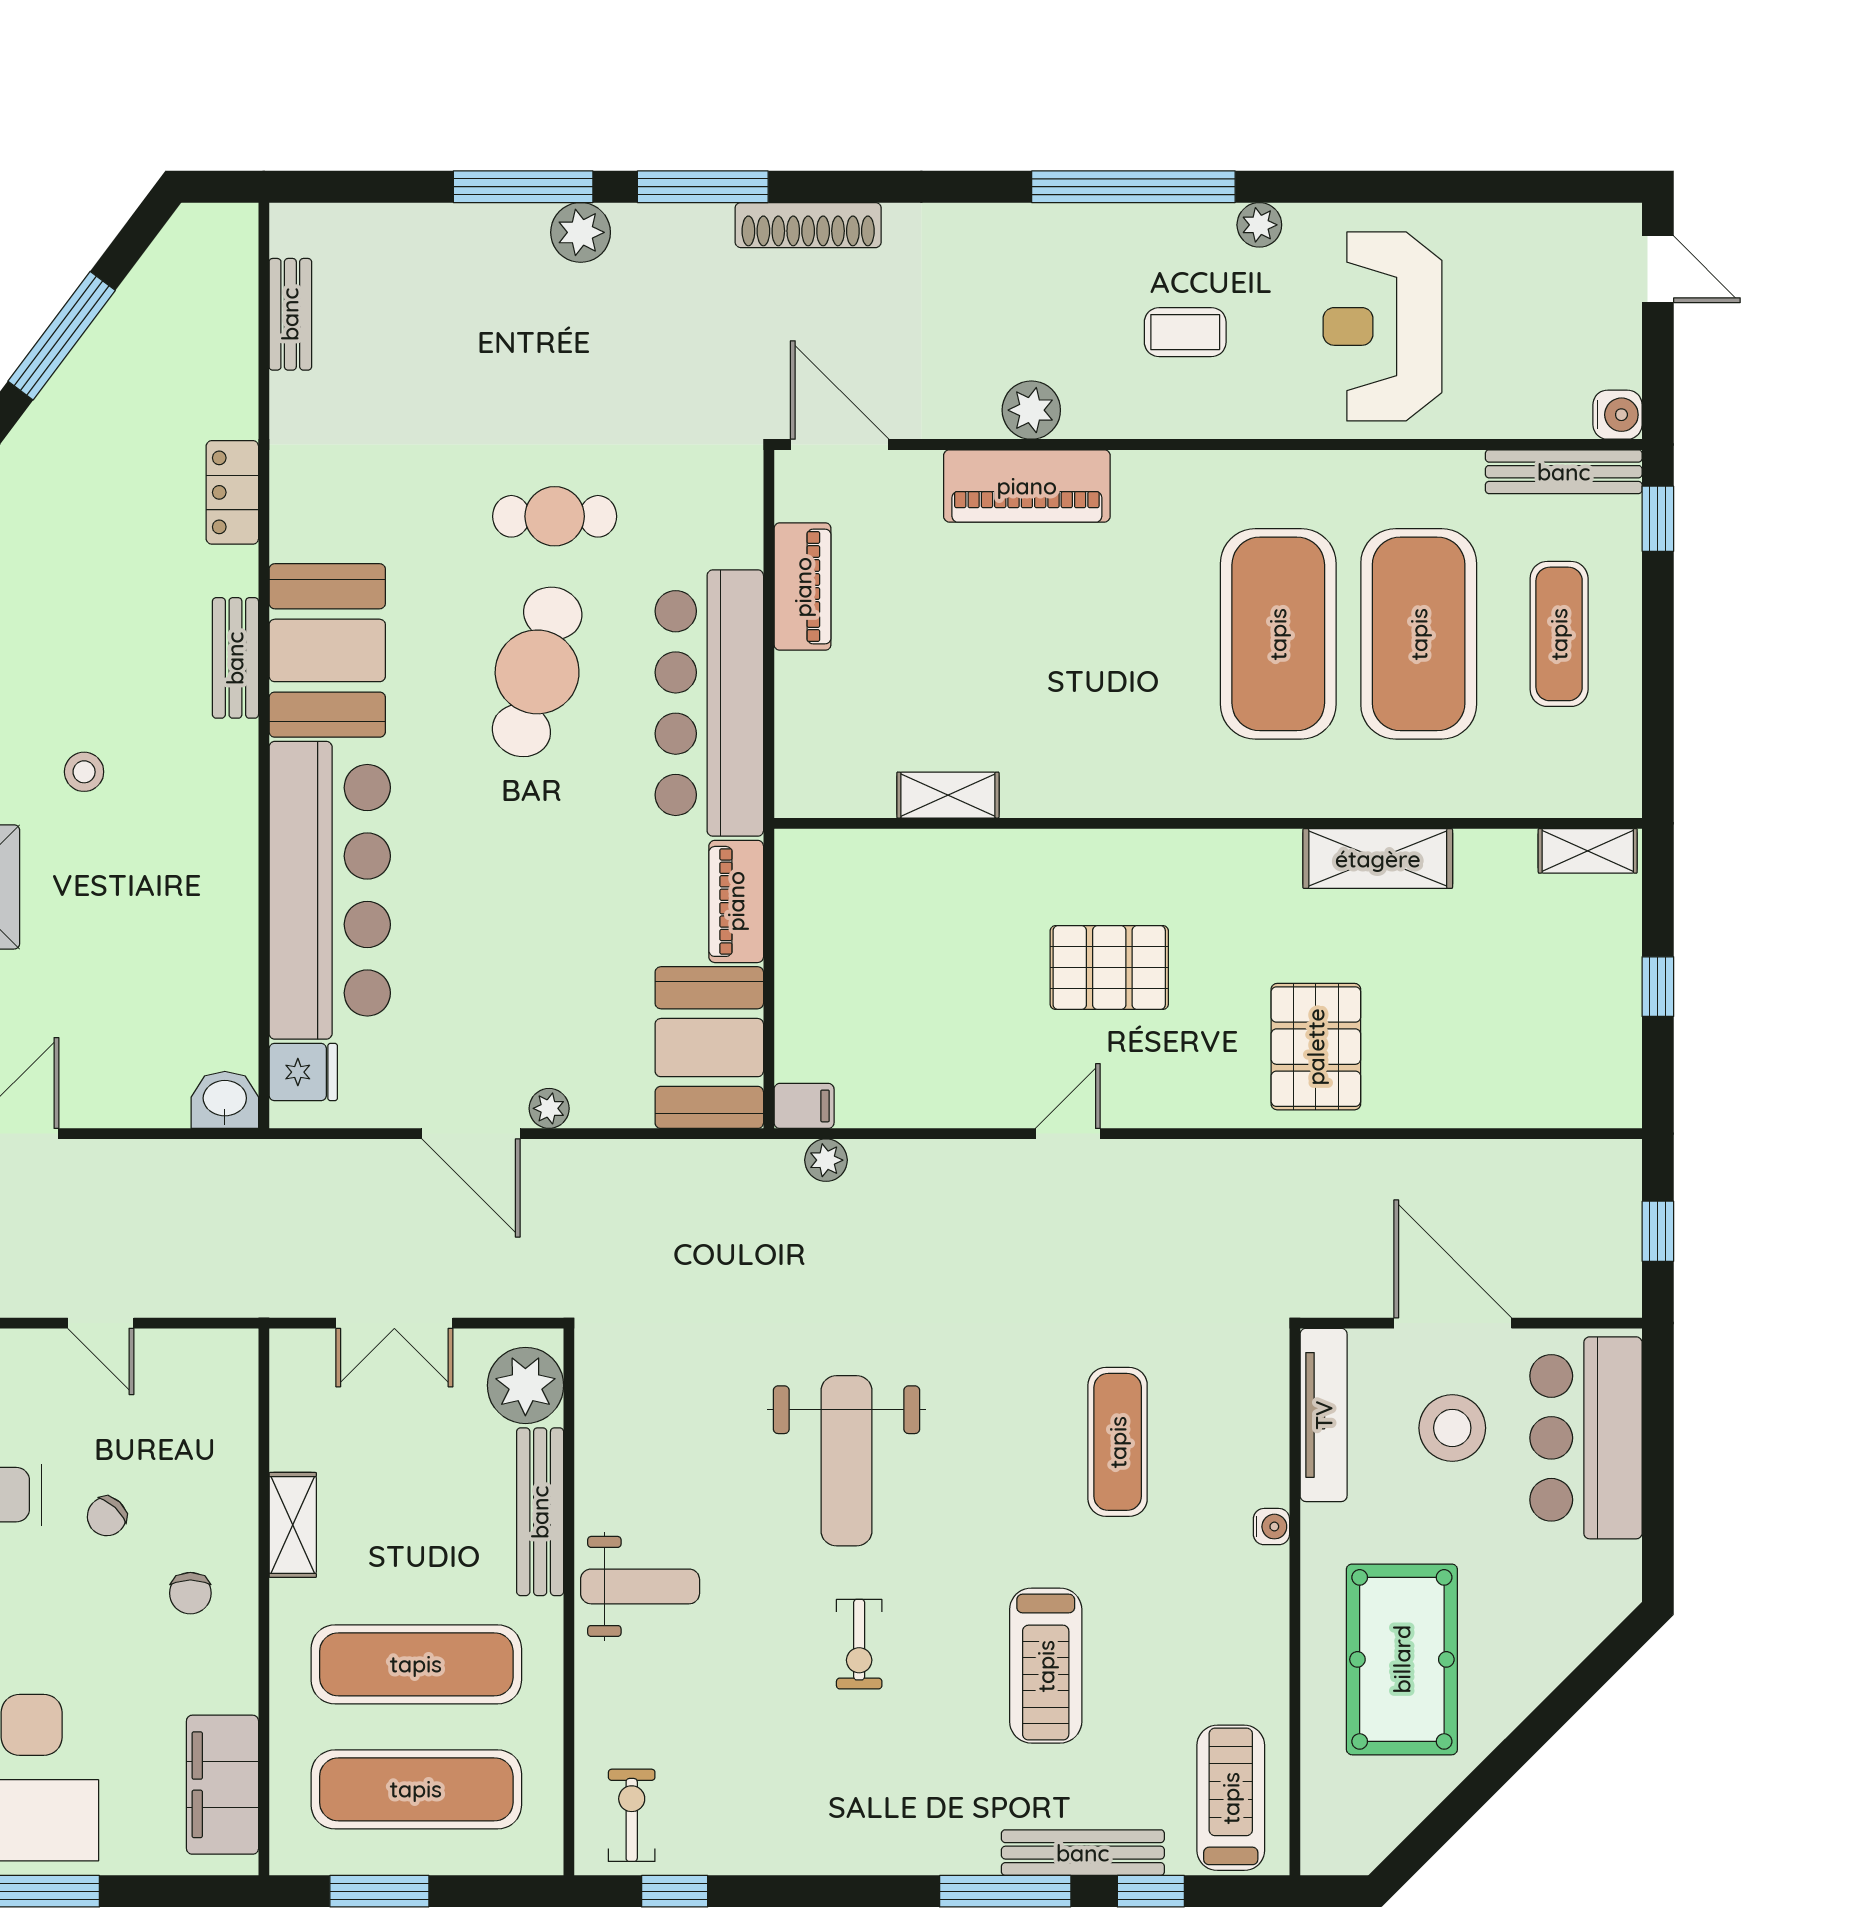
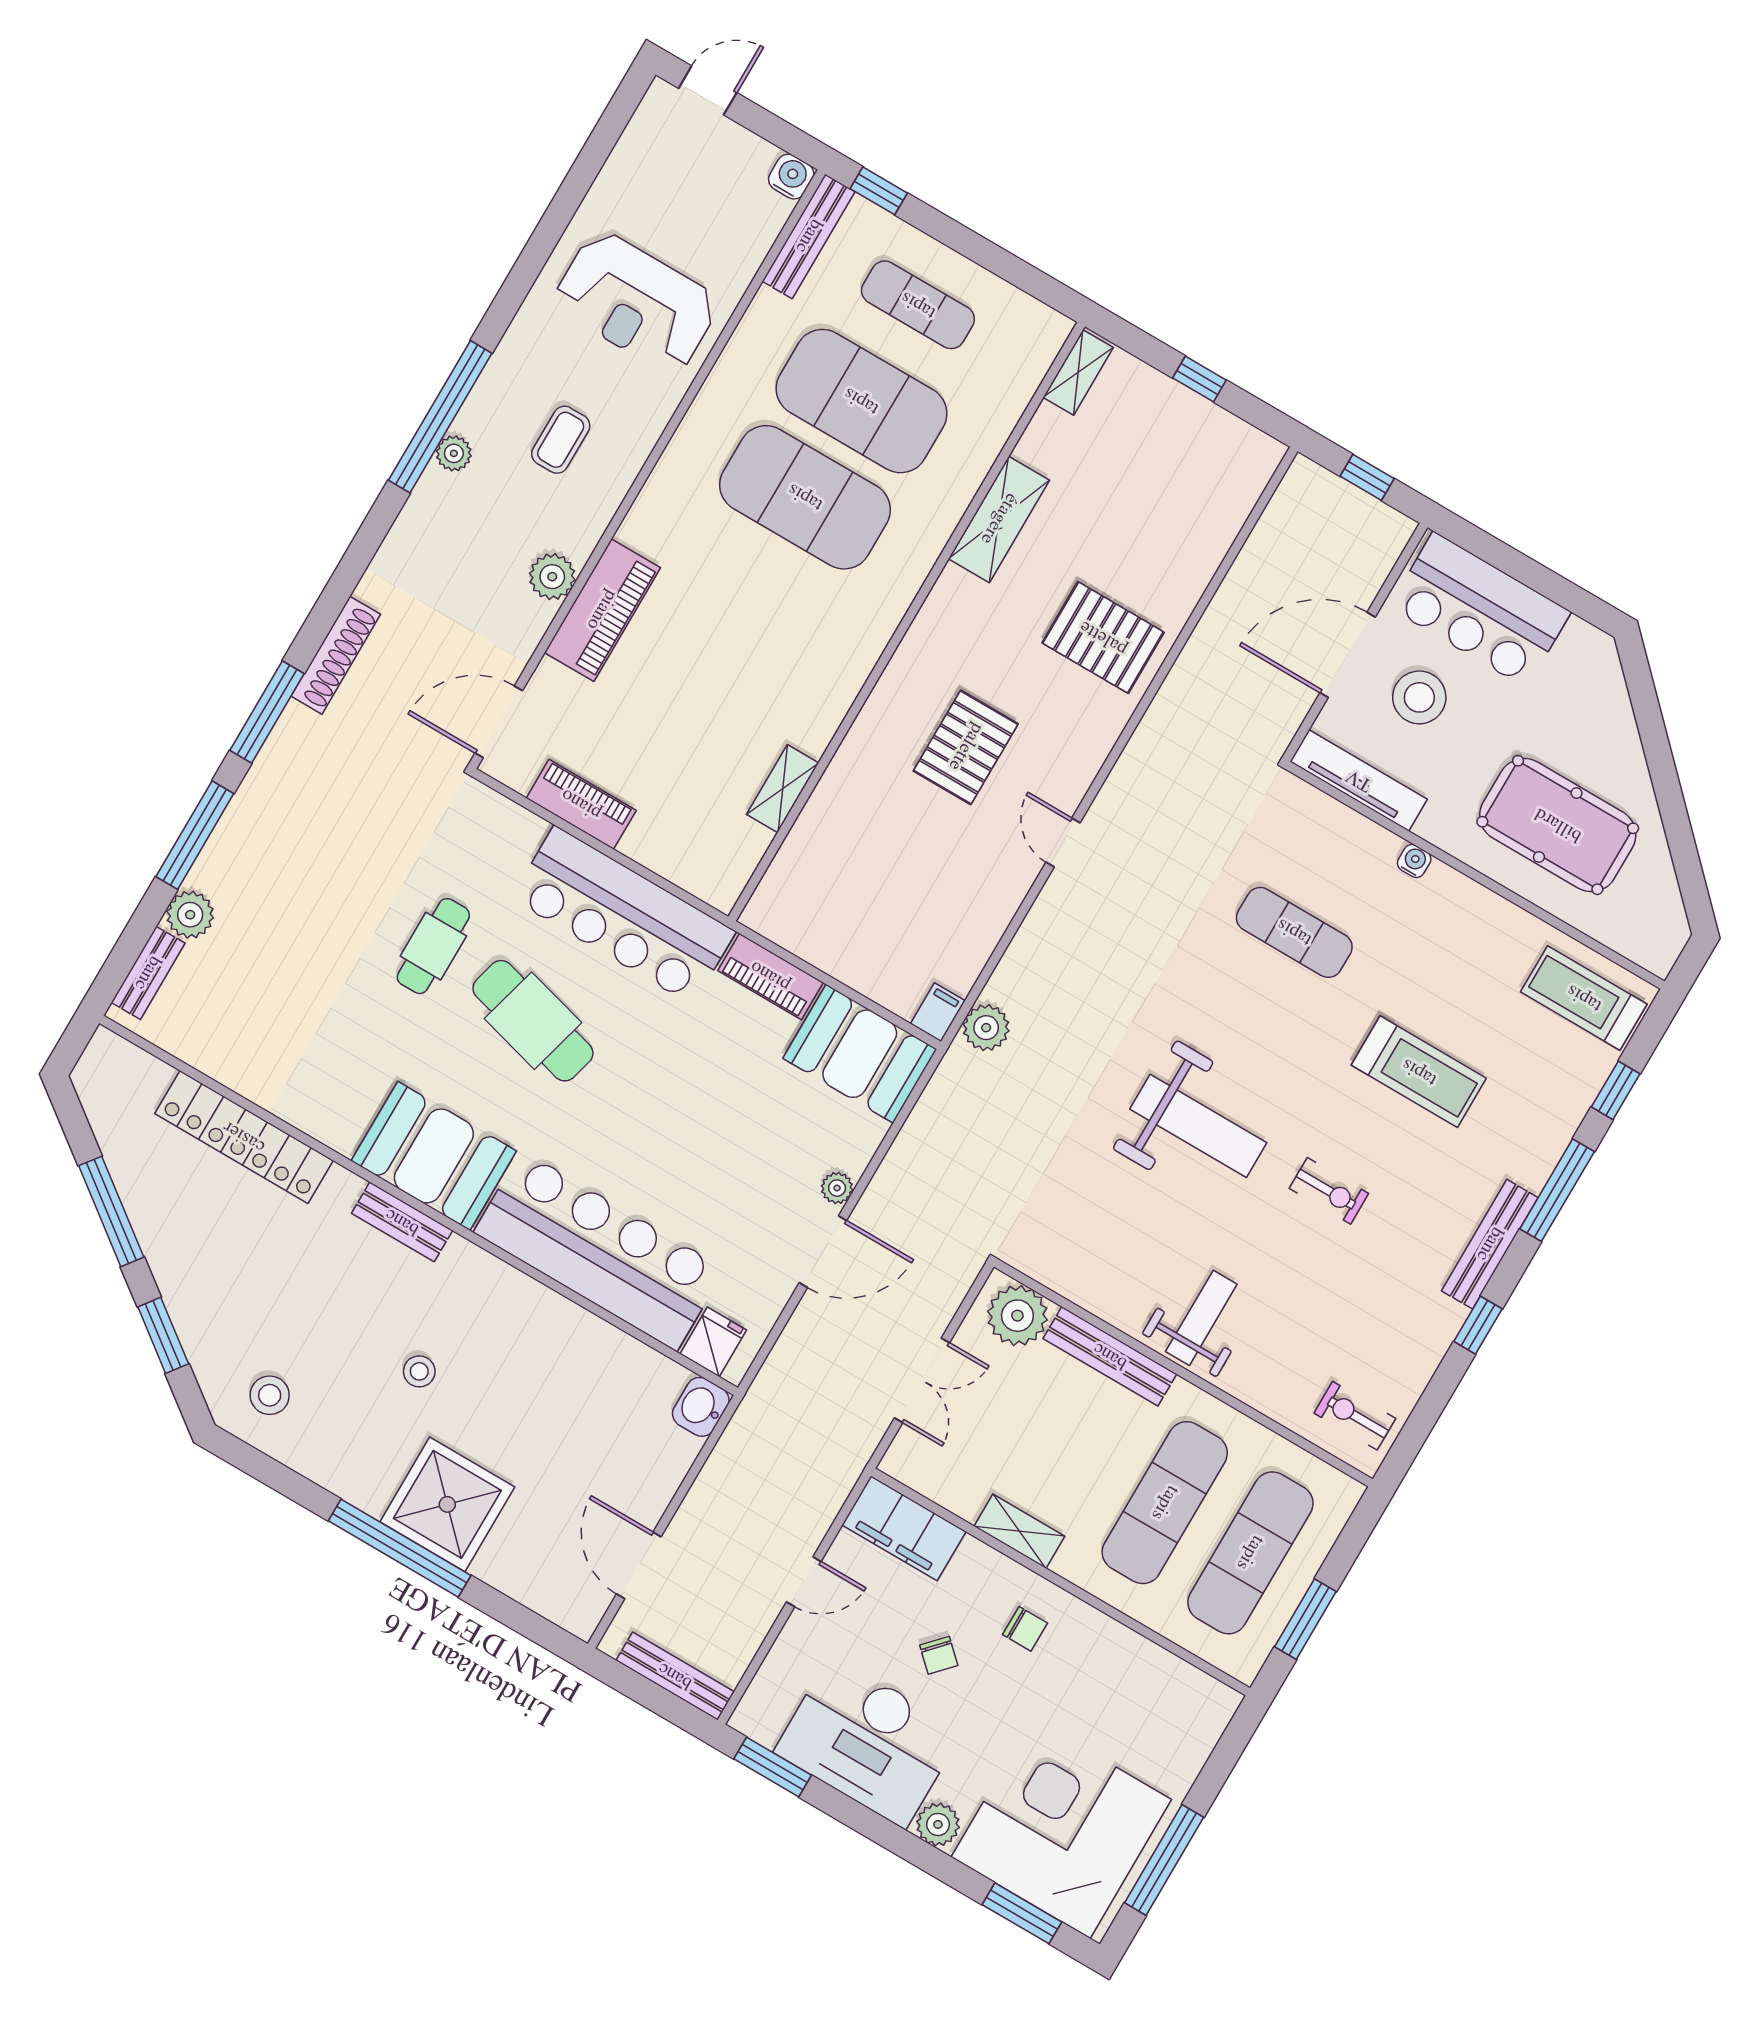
plant: (1259, 225) -> (454, 453), moved
plant: (581, 232) -> (190, 915), moved
bench: (290, 314) -> (148, 973), moved, turned 90
locker: (232, 492) -> (244, 1137), width x2.16, depth x1.21
plant: (826, 1160) -> (986, 1028), width x1.38, depth x1.38
filing cabinet: (222, 1785) -> (904, 1528), moved
bench: (1083, 1853) -> (1490, 1244), moved
window: (675, 1891) -> (1478, 1325), moved

